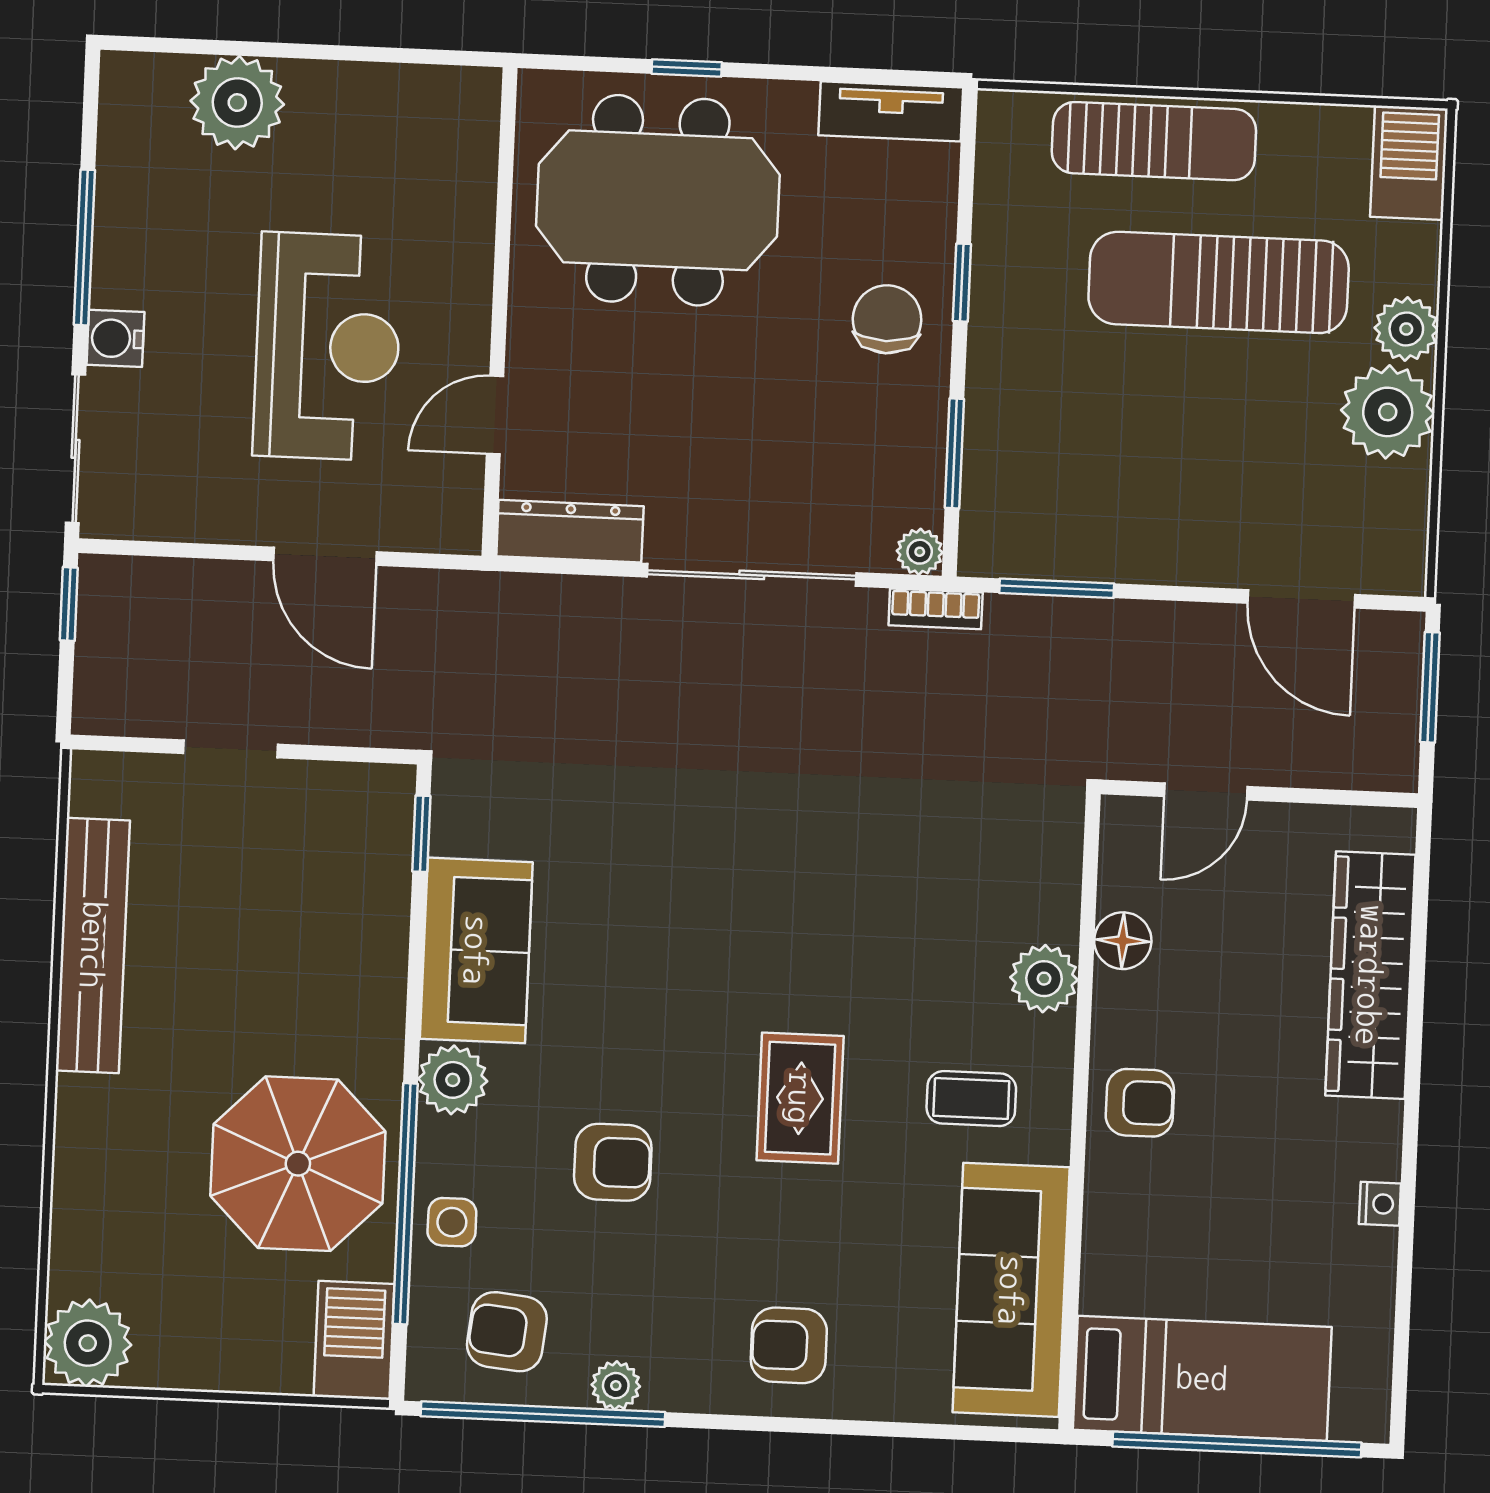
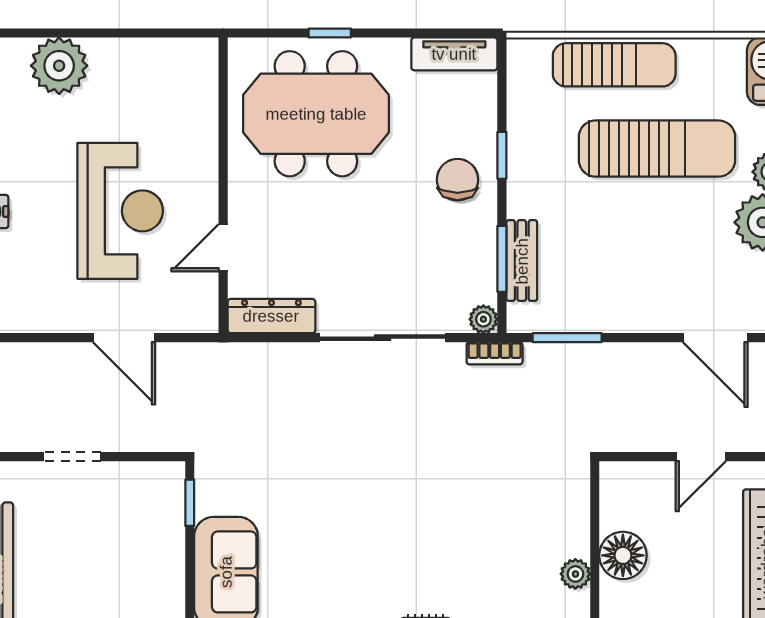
sun lounger: (1219, 282) -> (657, 149), turned 180
bench: (987, 458) -> (522, 261), added
door: (1206, 791) -> (701, 457), moved
floor lamp: (1123, 941) -> (623, 555), width x1.38, depth x1.38
plant: (1044, 979) -> (575, 574), width x0.73, depth x0.73

